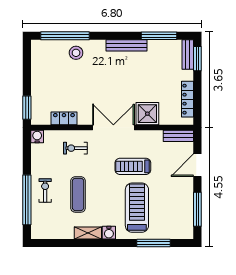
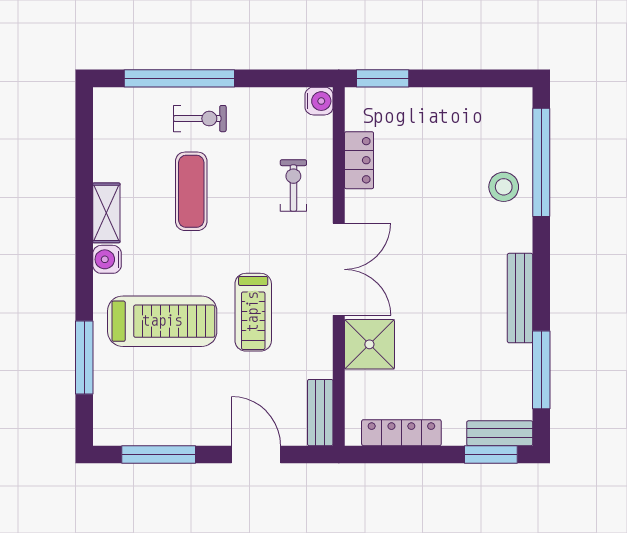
treadmill: (133, 166) -> (253, 312), turned 180
exercise mat: (78, 194) -> (191, 191), turned 90

